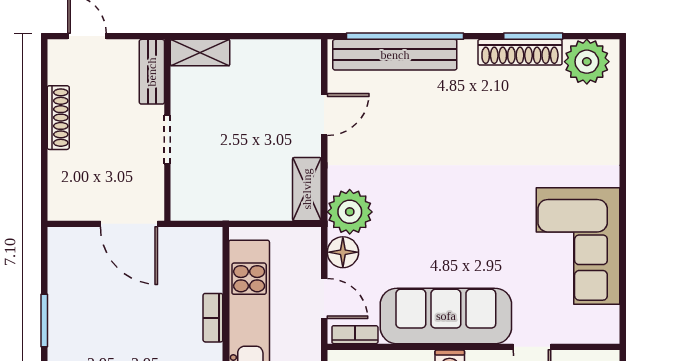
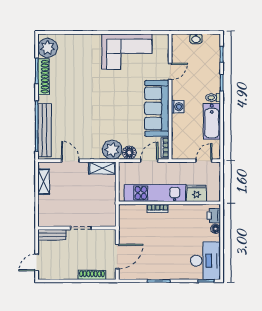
shelving: (200, 53) -> (44, 182), moved
shoe rack: (58, 118) -> (92, 275), moved
door: (129, 224) -> (117, 257), moved

